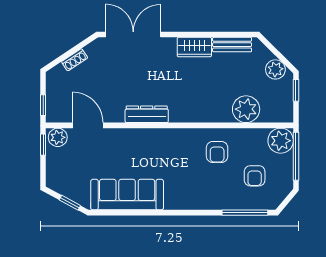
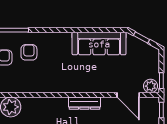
armchair: (217, 152) -> (29, 52), moved

